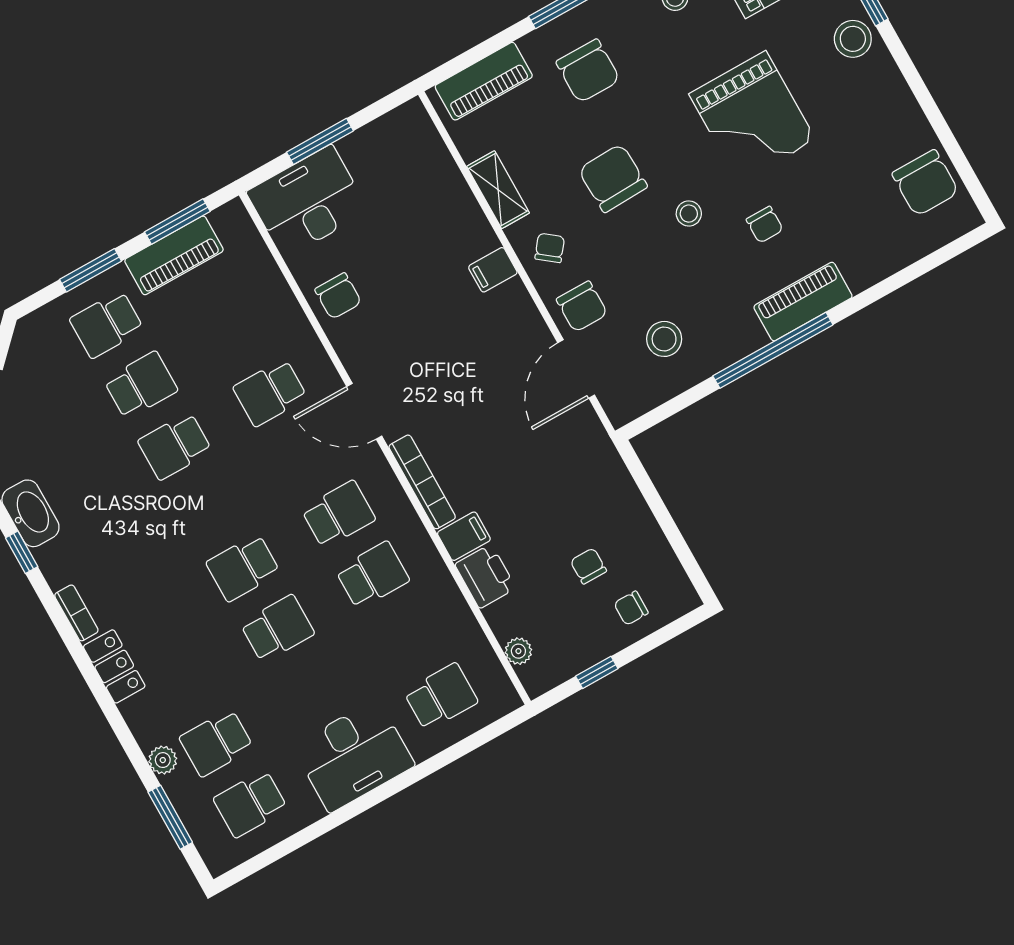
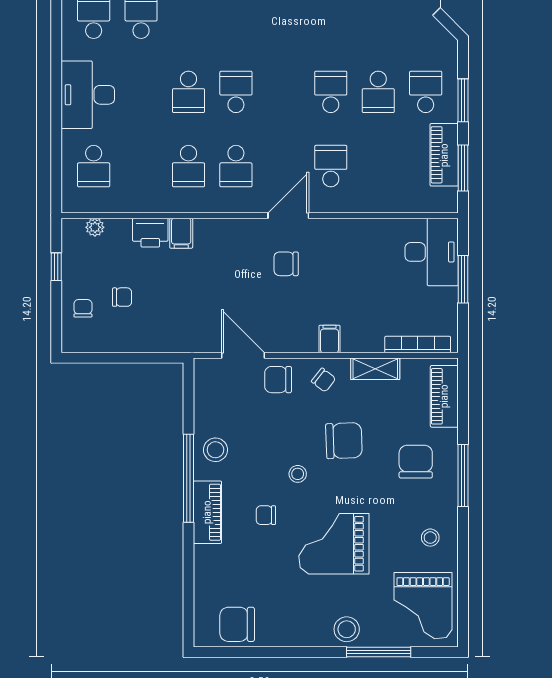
chair: (588, 71) -> (416, 462), turned 90
chair: (338, 296) -> (286, 264), moved
stool: (664, 339) -> (215, 450), moved
bookcase: (422, 482) -> (418, 345), moved, turned 180

